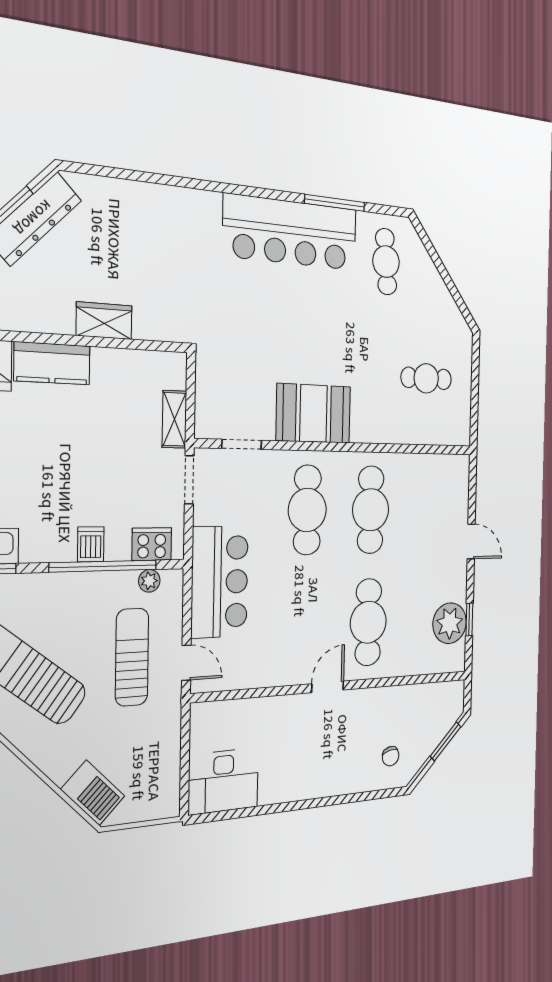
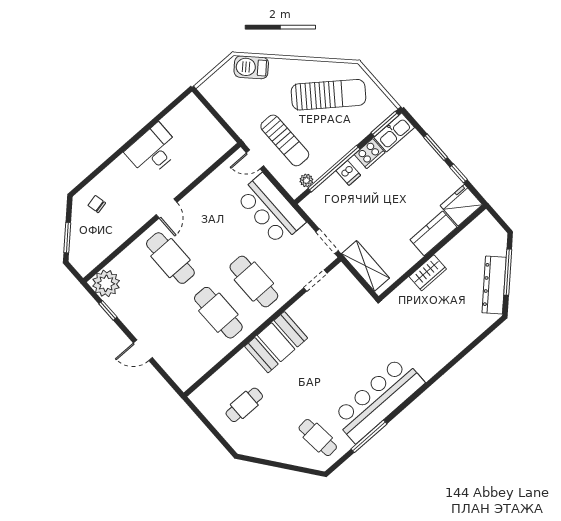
booth: (313, 414) -> (276, 342), moved
shelving: (174, 419) -> (366, 266), width x1.50, depth x1.33
cooker: (152, 544) -> (370, 154), moved
plant: (450, 623) -> (106, 283), moved
desk: (223, 781) -> (153, 150), moved

